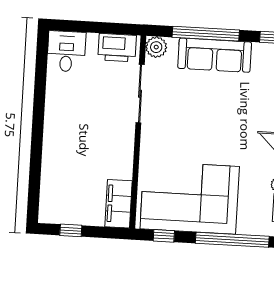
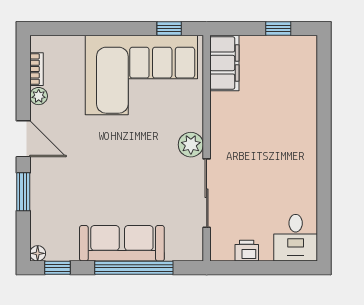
plant: (156, 47) -> (191, 145), moved
printer: (117, 48) -> (247, 251), width x0.53, depth x0.68
window: (232, 240) -> (89, 29), removed

